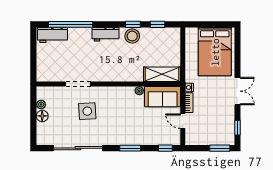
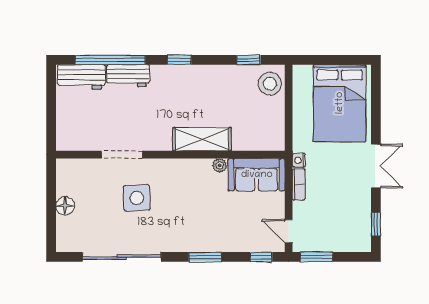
window: (133, 24) -> (179, 60), moved
workbench: (106, 34) -> (128, 76), moved
stool: (132, 36) -> (270, 84), moved
shelving: (162, 74) -> (202, 139), moved
plant: (41, 105) -> (63, 187), removed
door: (183, 121) -> (289, 231), moved
window: (220, 148) -> (316, 257), moved

